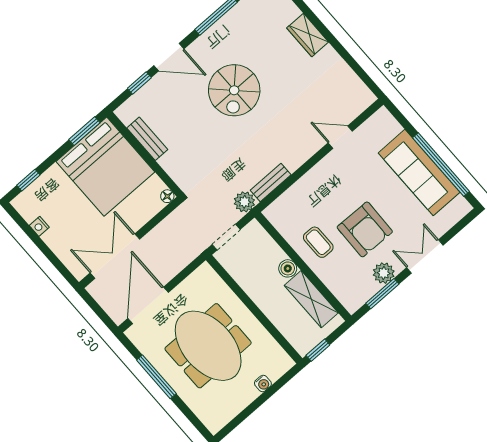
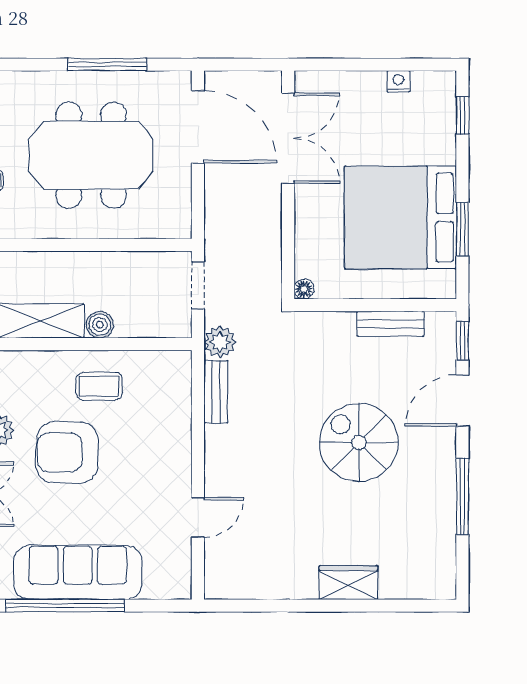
bench: (147, 139) -> (390, 324), moved
wall: (145, 154) -> (375, 305), moved
floor lamp: (167, 196) -> (304, 289), moved

